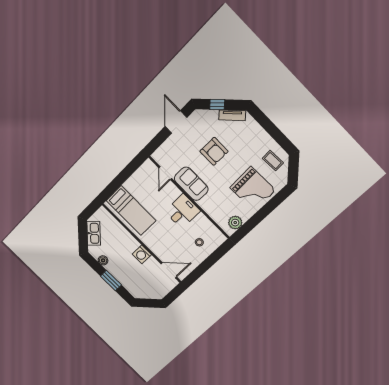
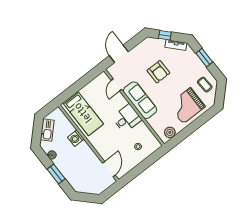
door: (176, 122) -> (119, 54), moved
window: (269, 127) -> (204, 58), added
sofa: (191, 184) -> (140, 100), width x1.36
grand piano: (253, 189) -> (187, 106), turned 92
washing machine: (142, 254) -> (76, 138), moved
door: (169, 270) -> (109, 169), hinge flipped

